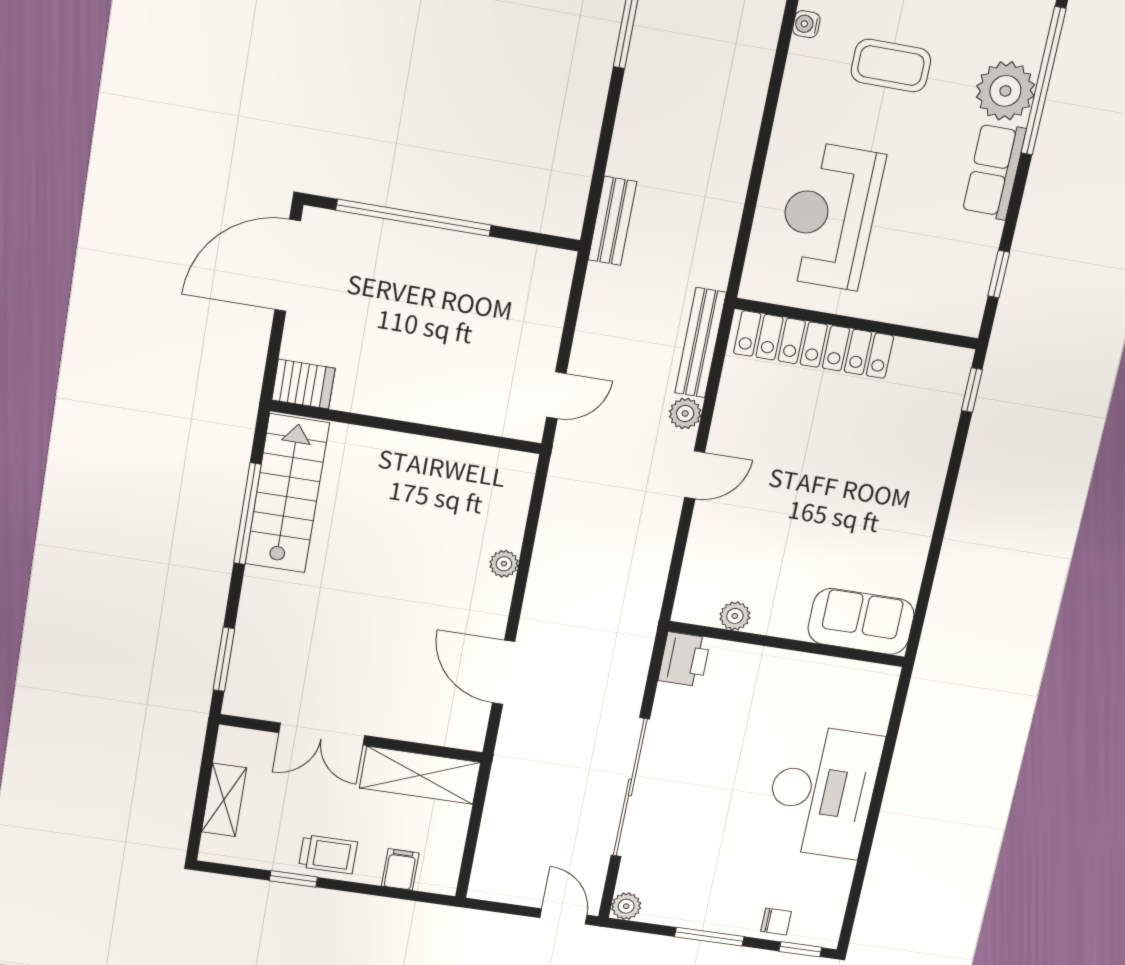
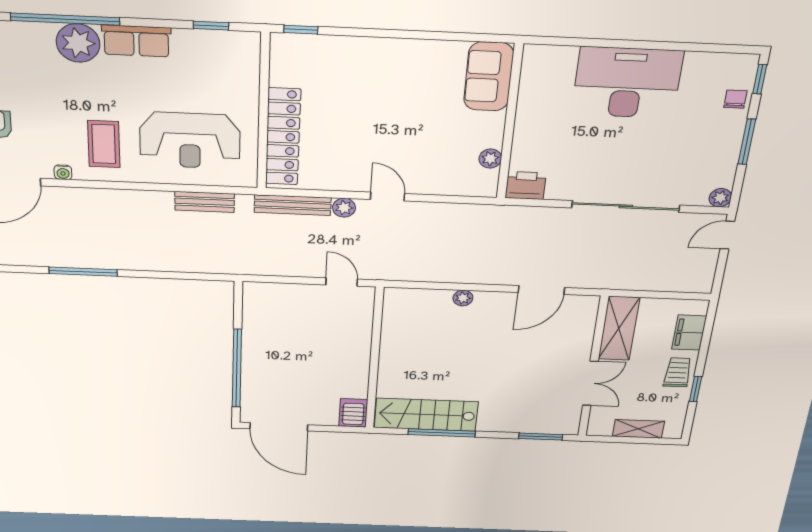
coffee table: (891, 66) -> (104, 144), moved
bench: (612, 221) -> (205, 202), moved
filing cabinet: (400, 869) -> (689, 333), width x2.00

